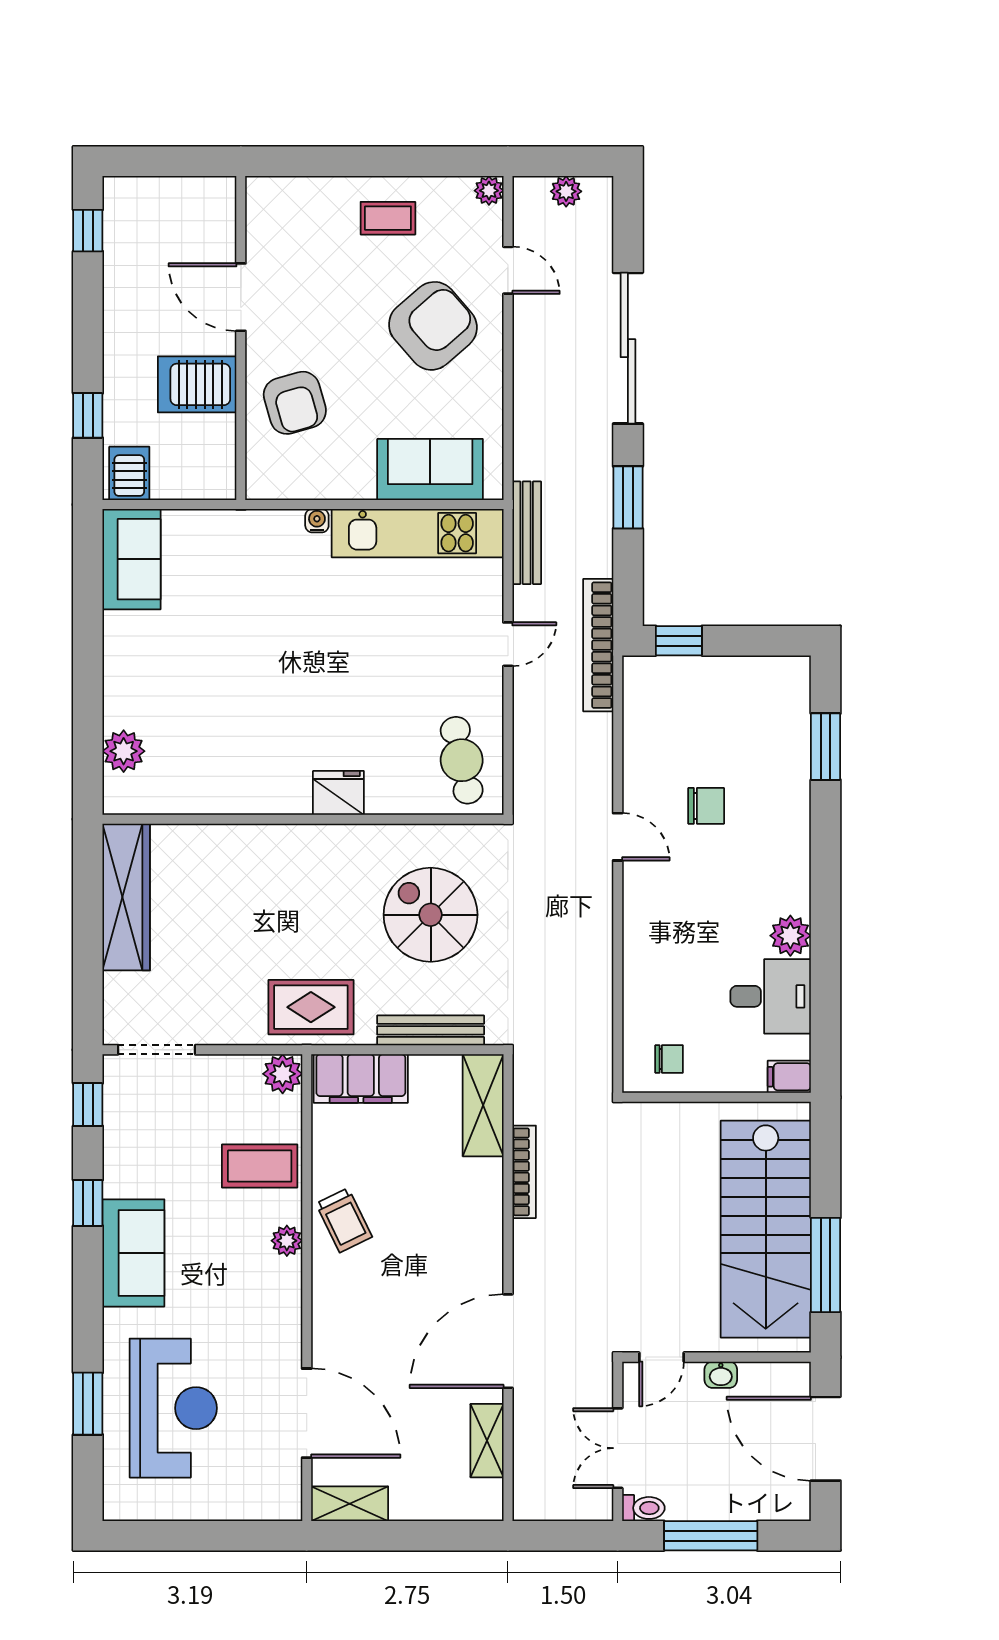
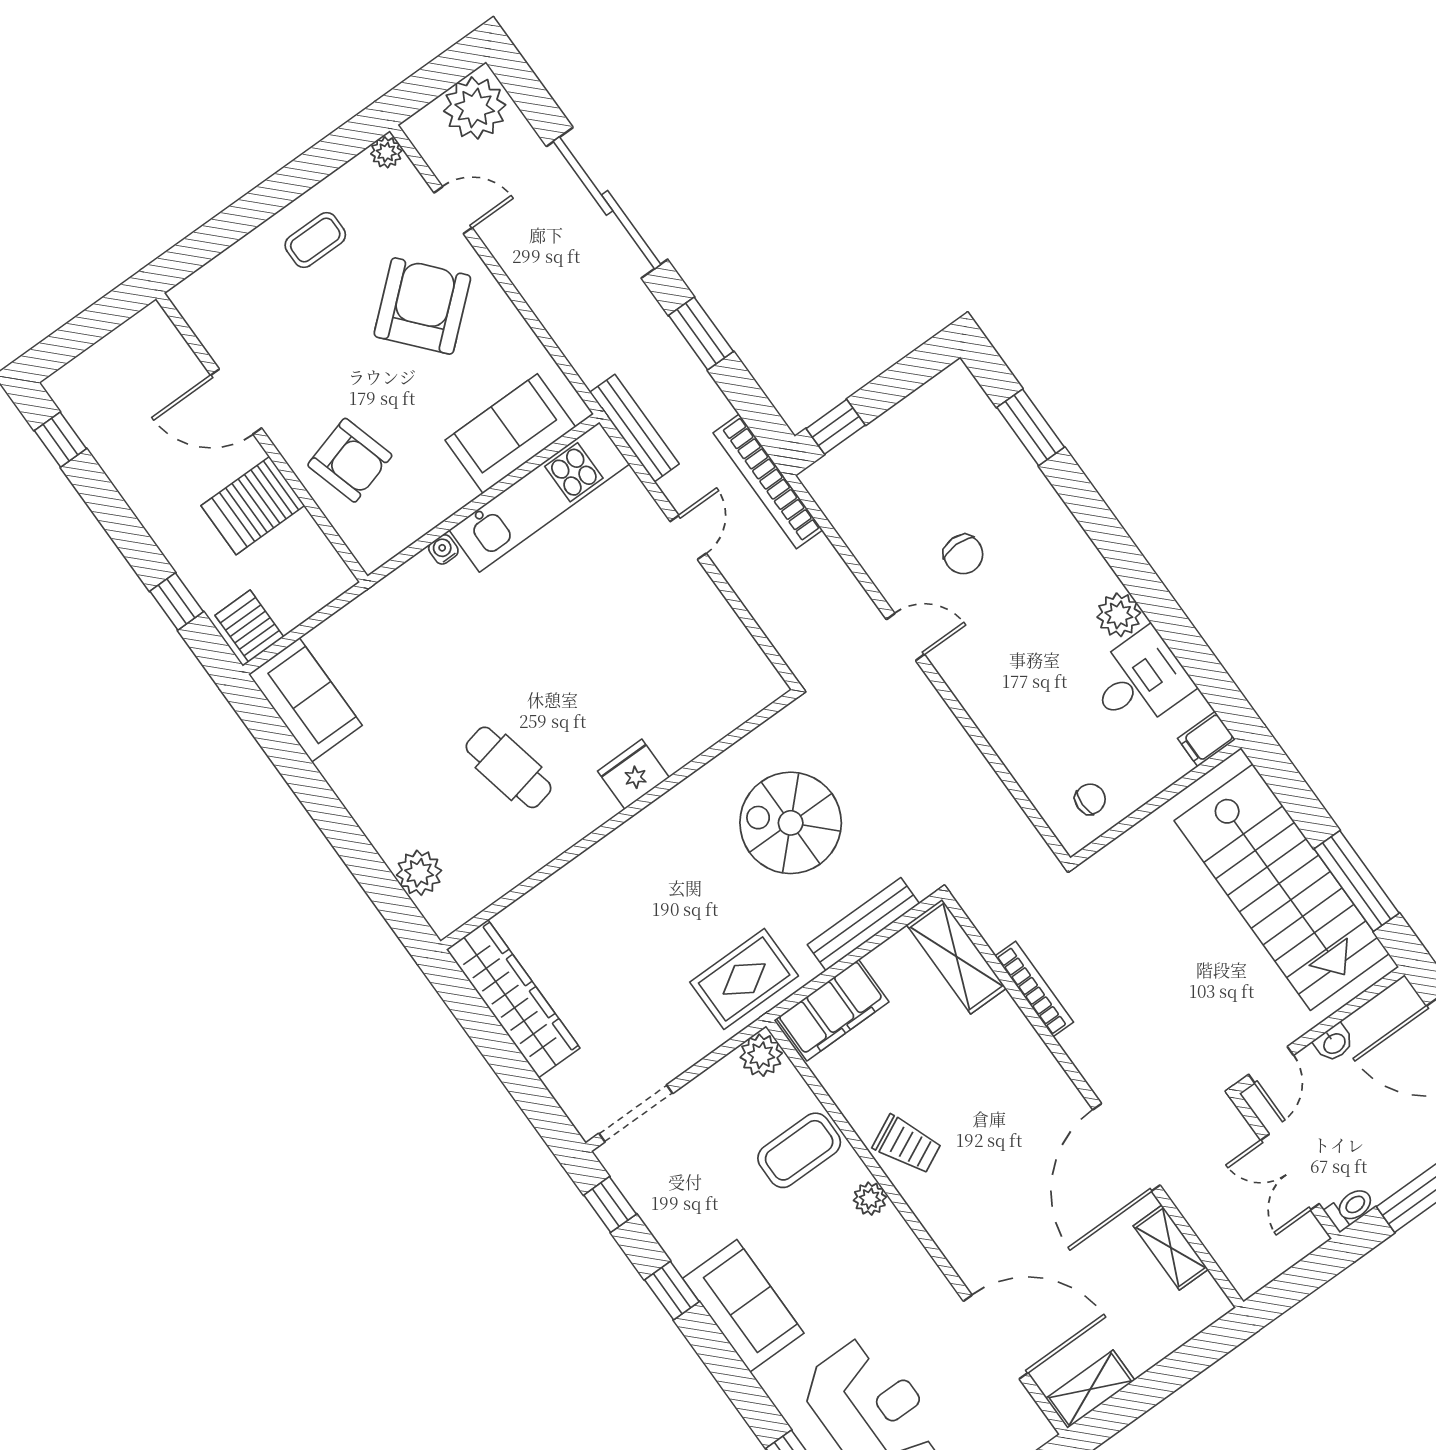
plant: (566, 191) -> (475, 108), width x1.87, depth x1.87
cafe table: (462, 760) -> (509, 767), moved
chair: (706, 806) -> (963, 554), turned 90

